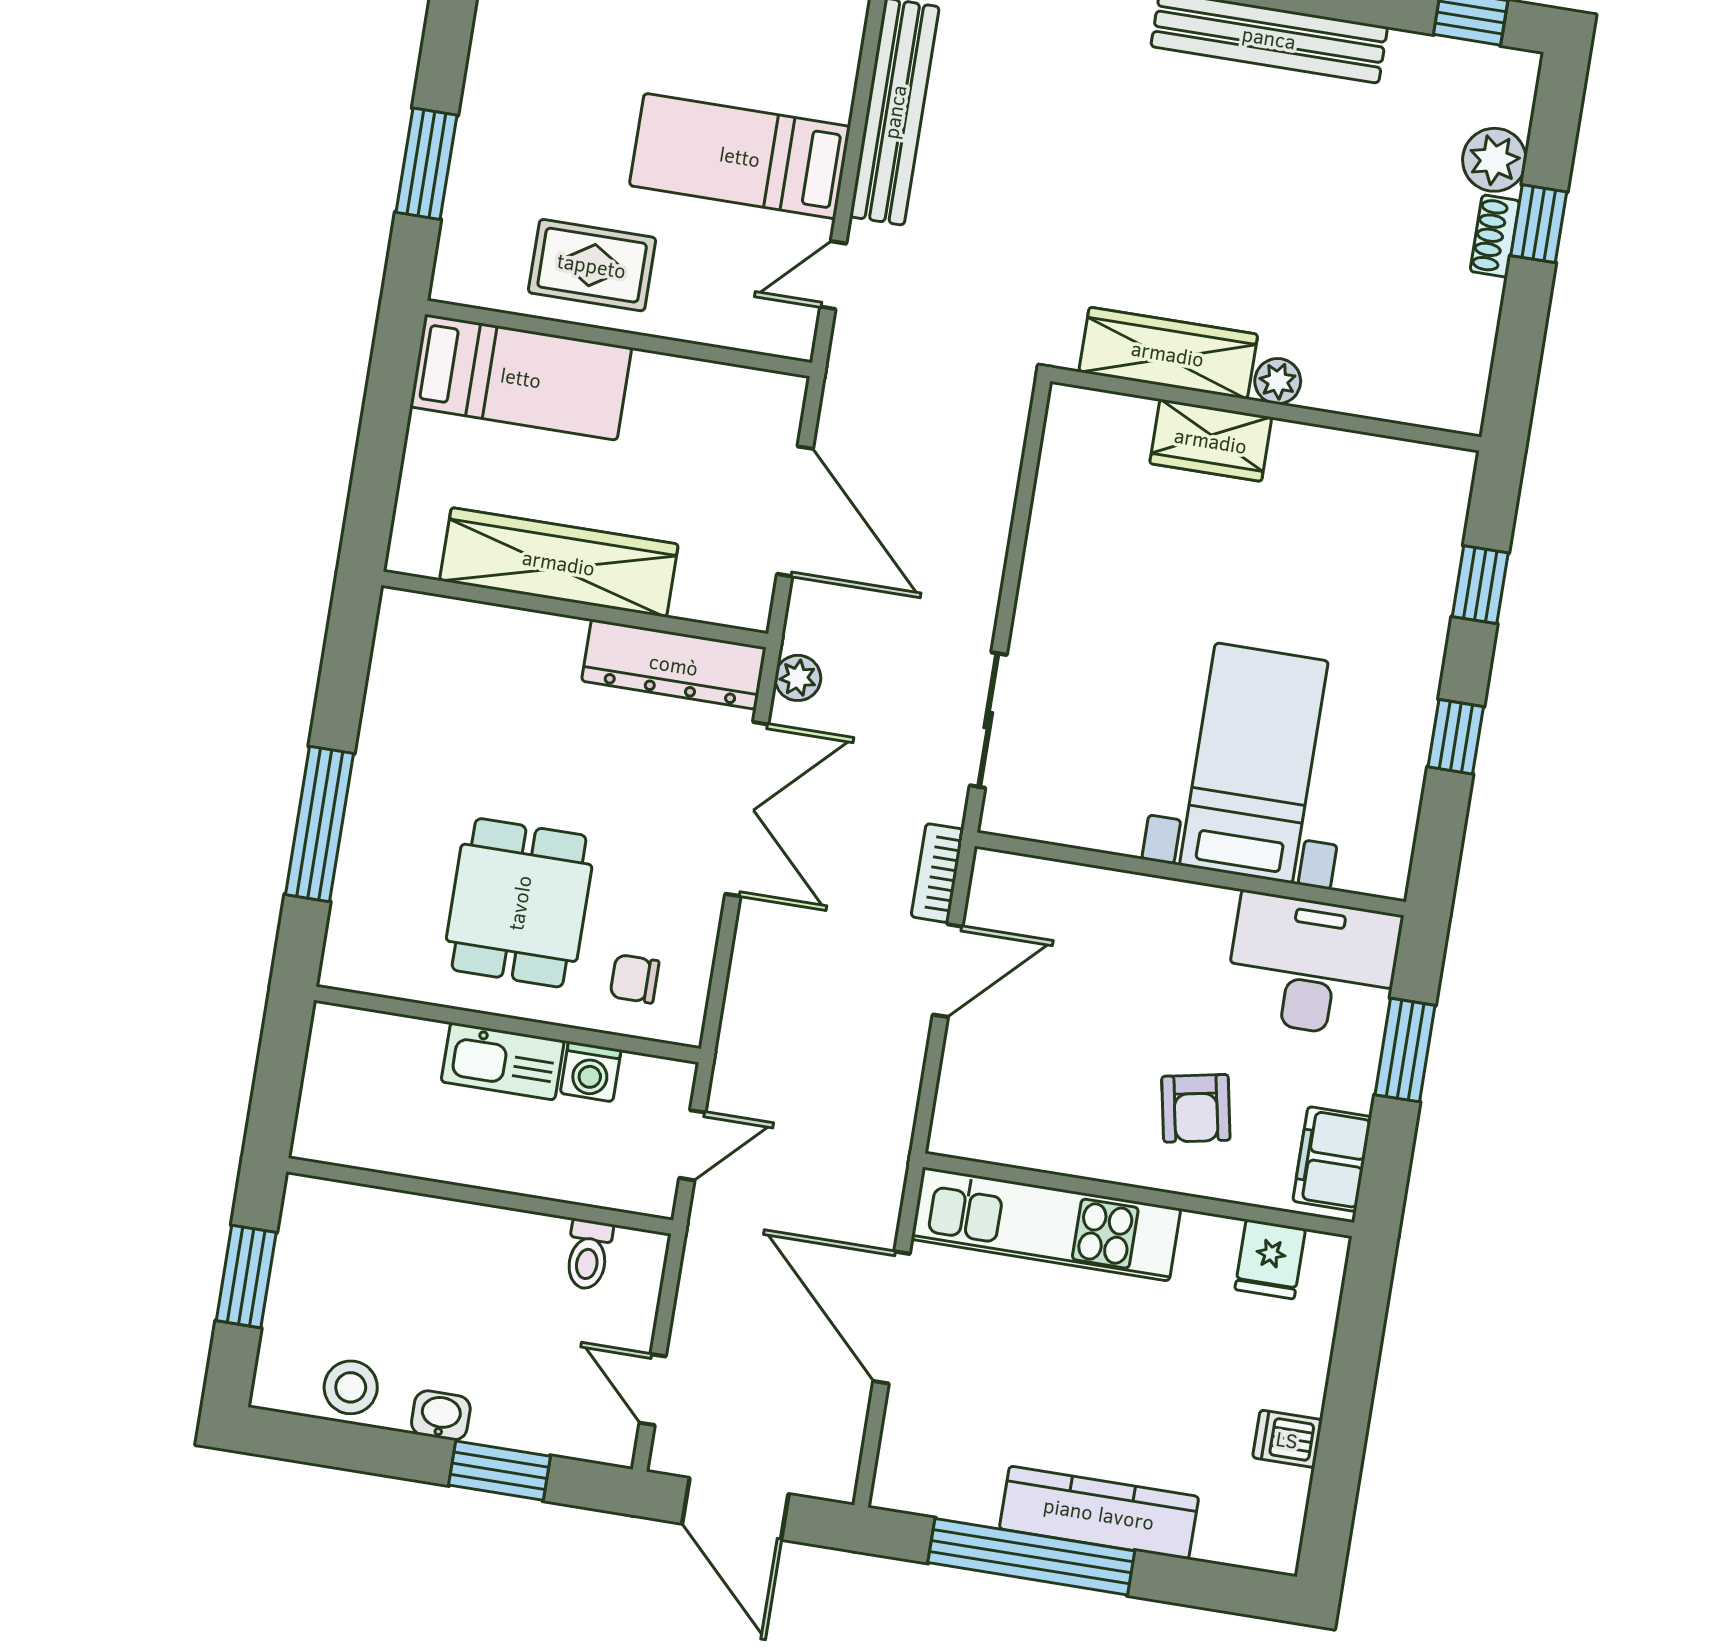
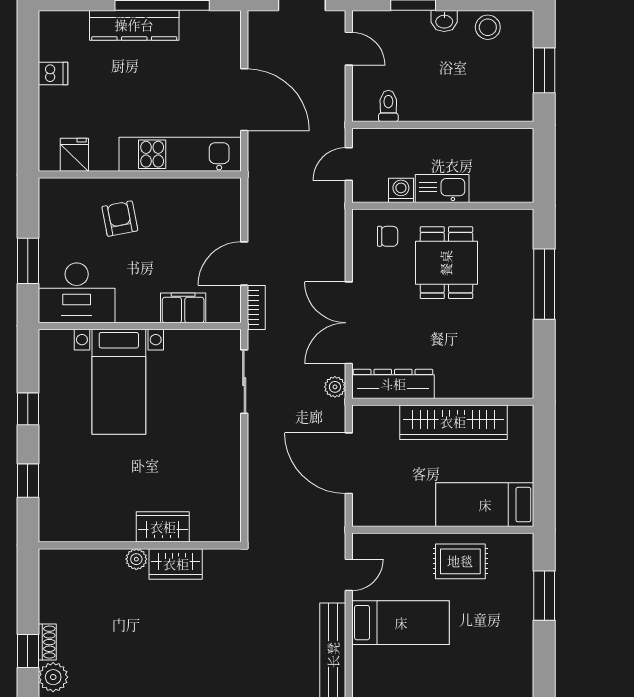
wardrobe: (1168, 353) -> (176, 564), width x0.67
filing cabinet: (1332, 1159) -> (183, 308), moved, turned -90

